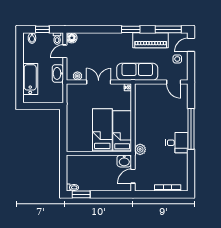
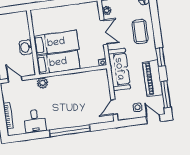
coffee table: (103, 46) -> (140, 32), added
desk: (177, 143) -> (35, 121), moved
washbasin: (124, 161) -> (26, 47), moved

